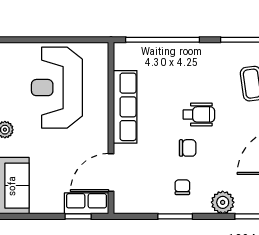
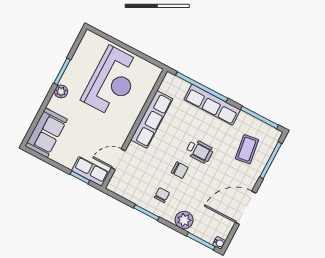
row of seats: (185, 54) -> (212, 105), added
reception desk: (57, 88) -> (112, 81), turned 180
door: (111, 172) -> (118, 159), width x0.73

